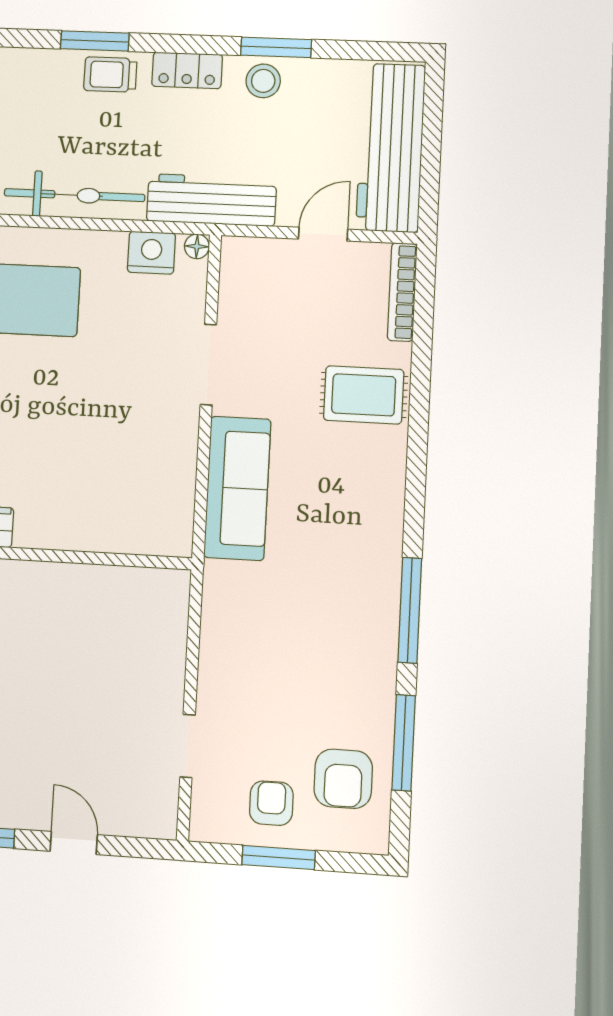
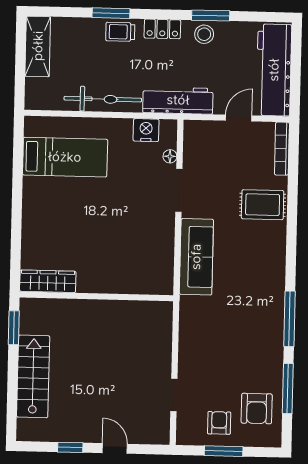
floor lamp: (197, 246) -> (170, 156), moved

